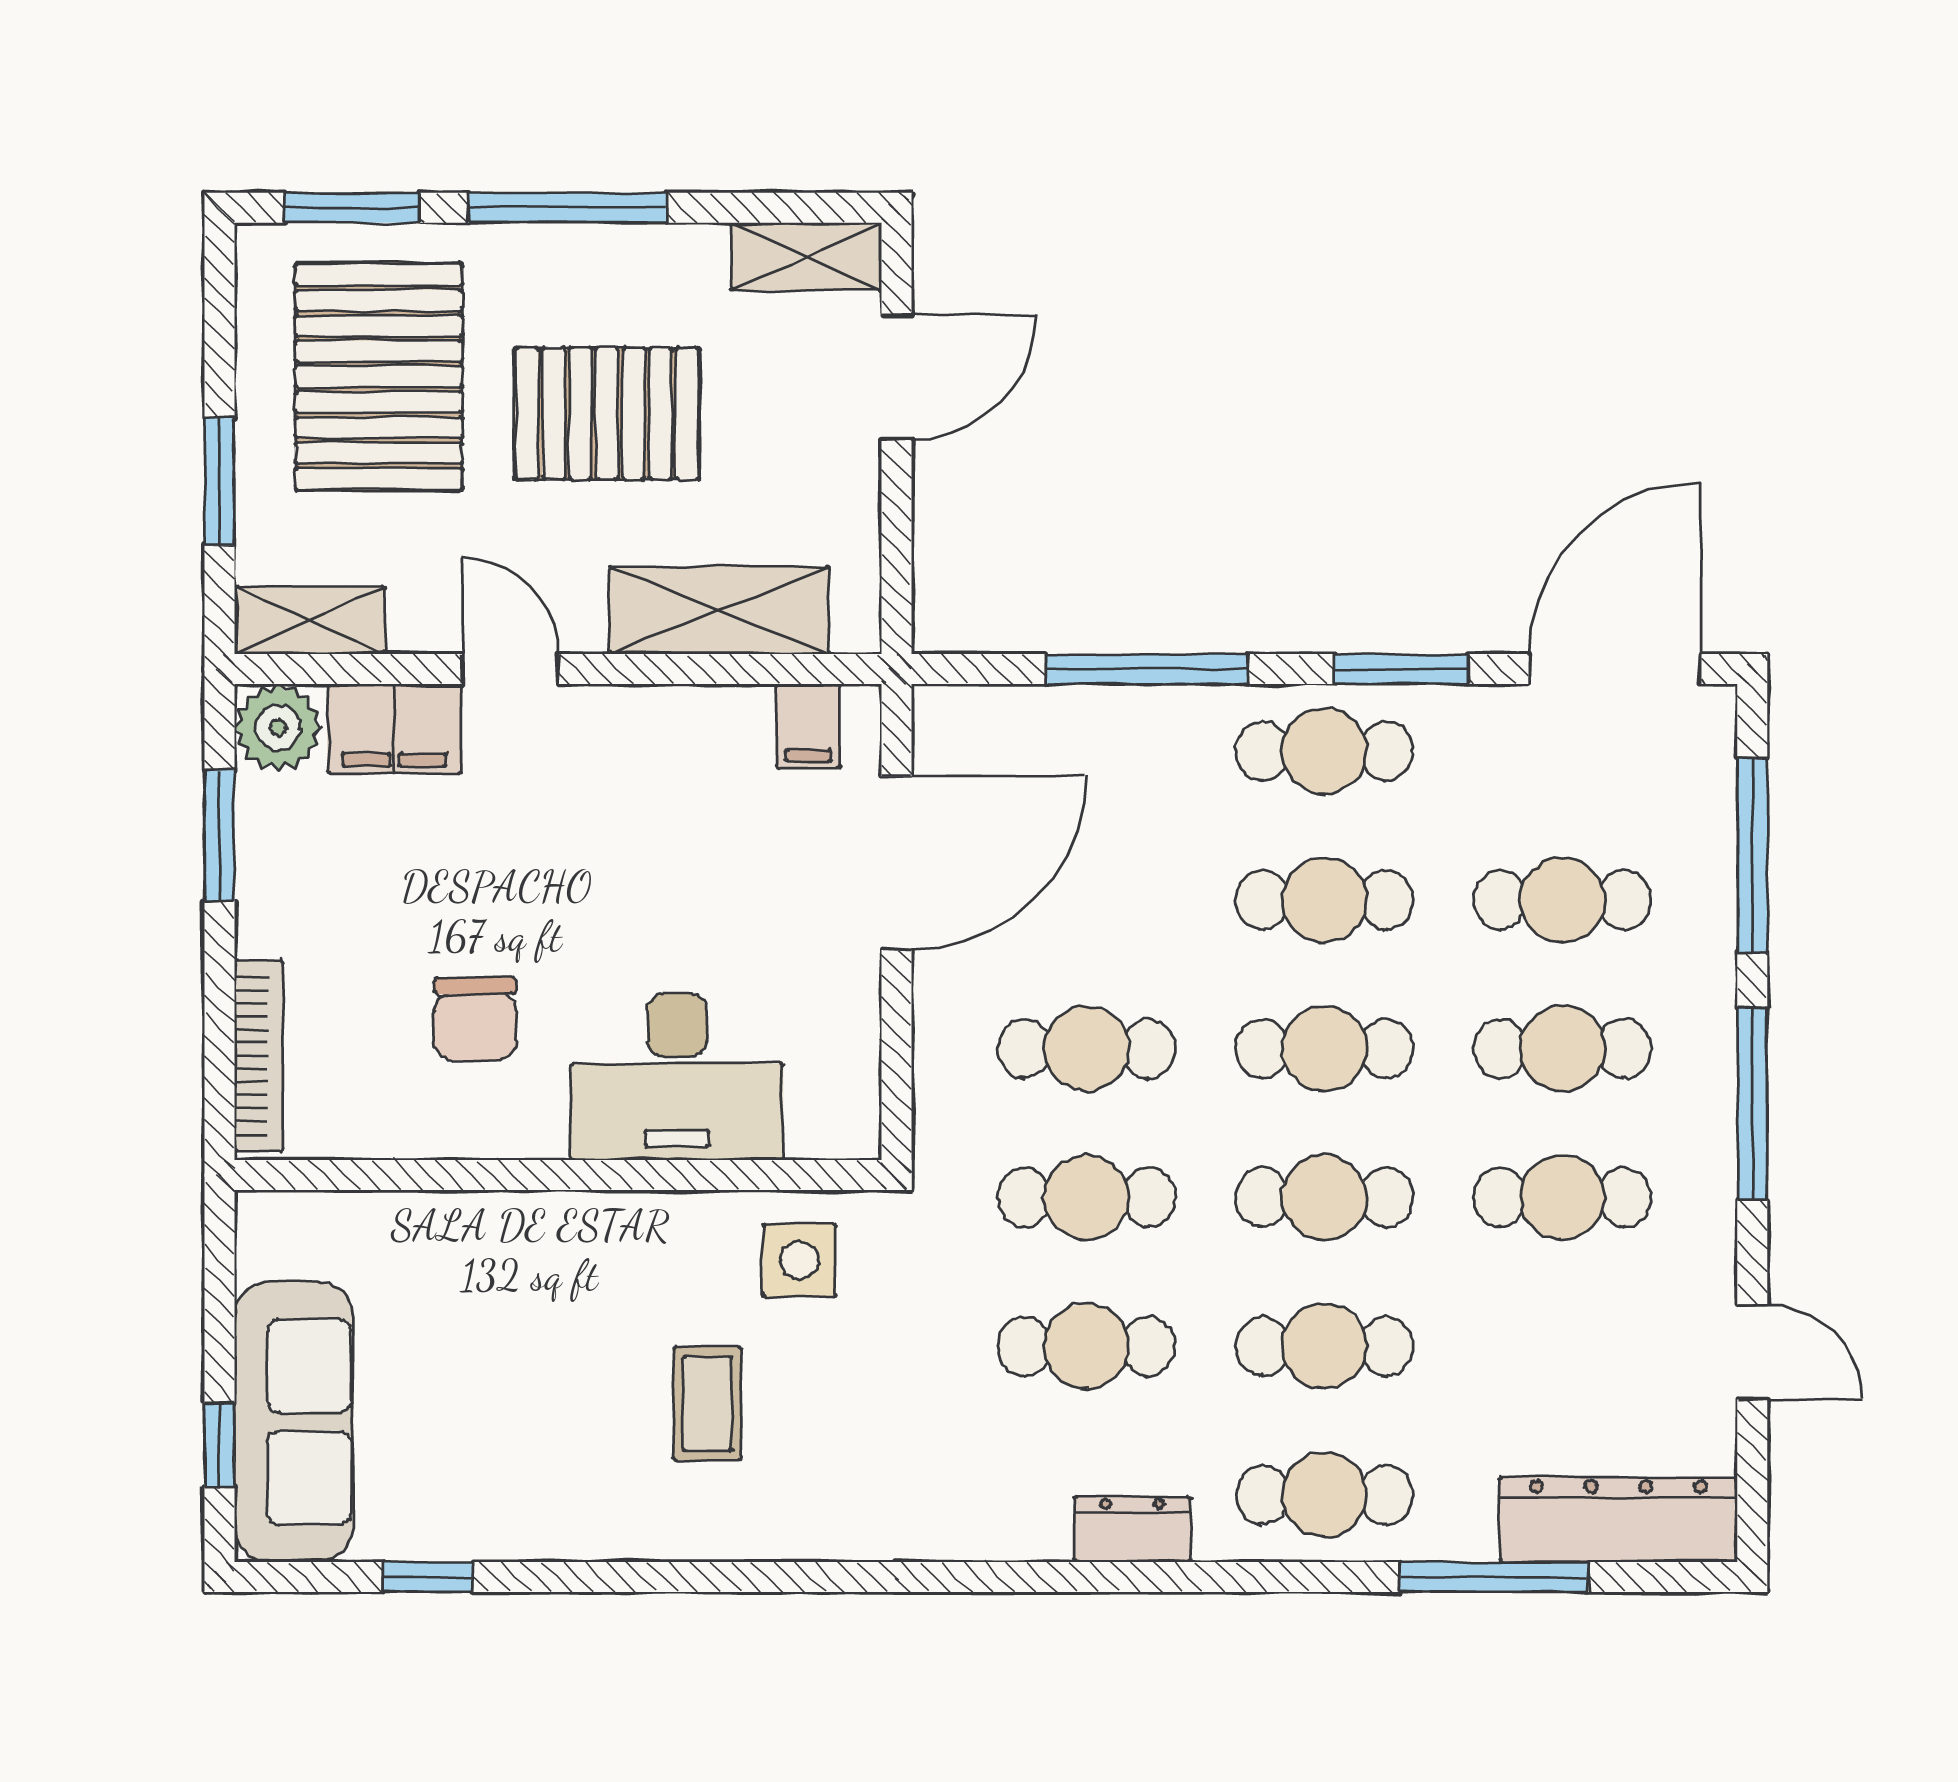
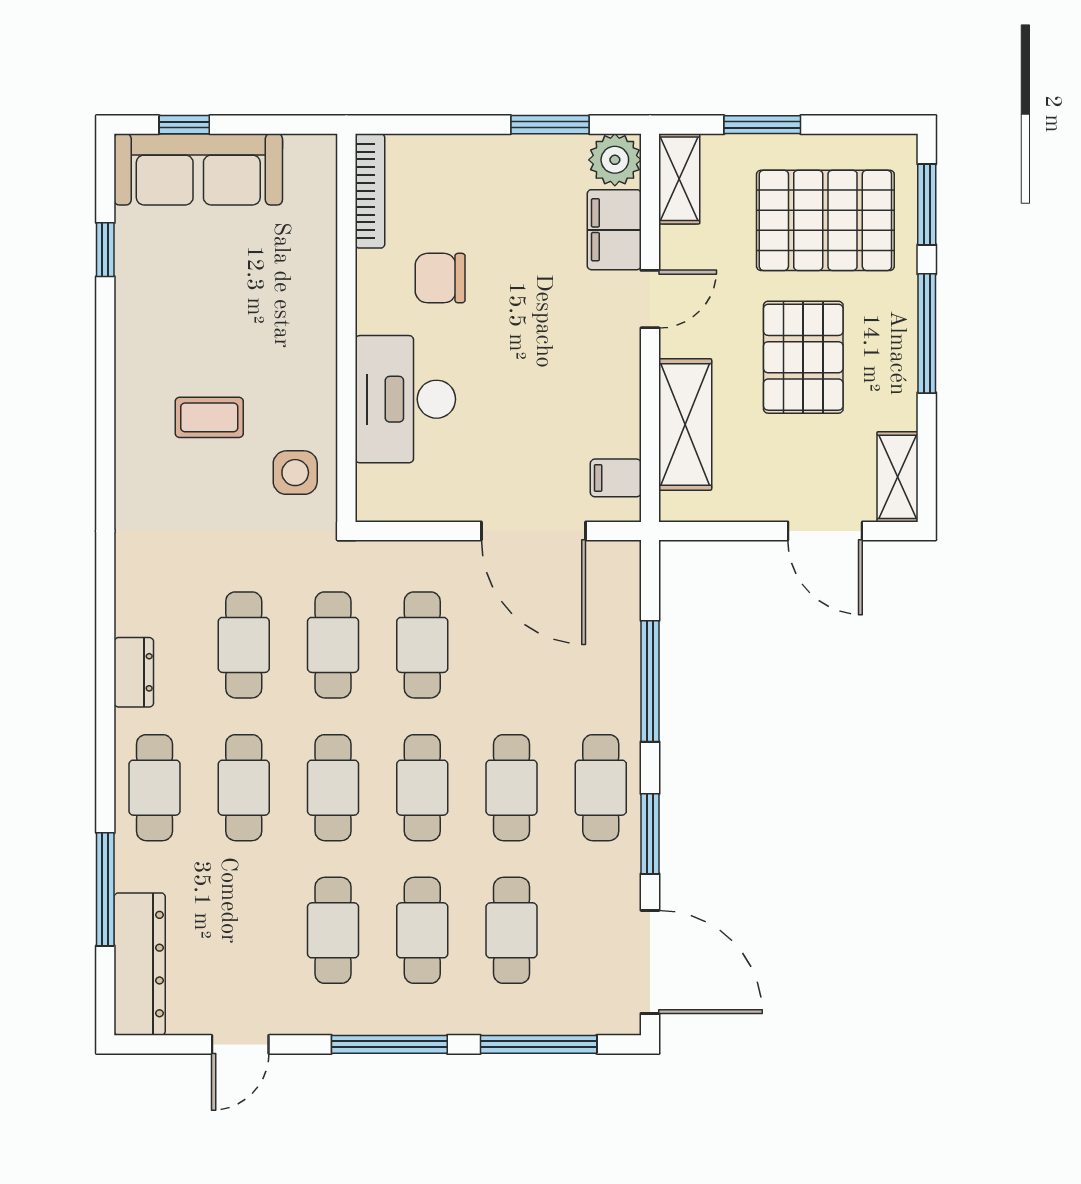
bookcase: (259, 1056) -> (370, 191), moved, turned -90

